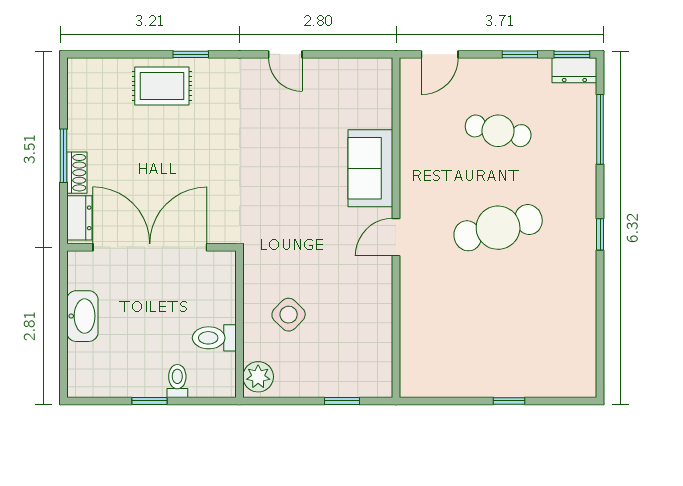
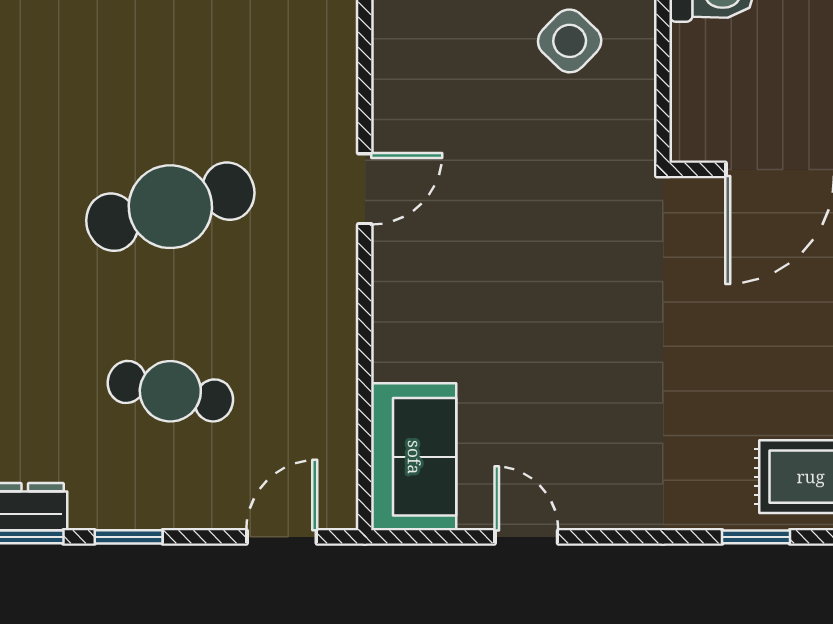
door: (285, 54) -> (526, 537), moved
sofa: (370, 168) -> (414, 457), moved

